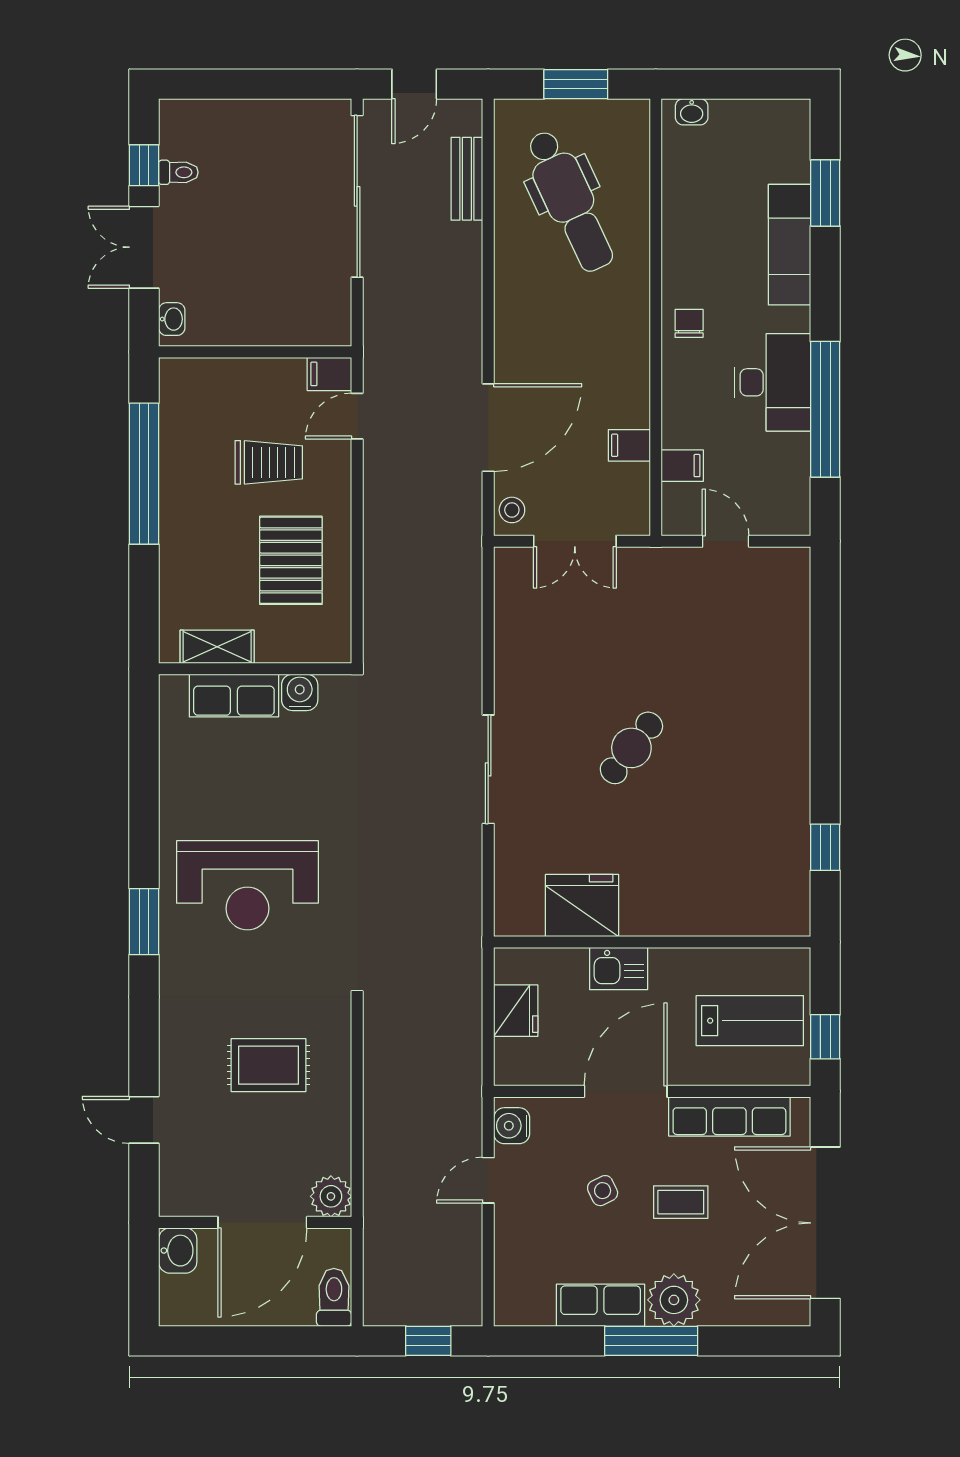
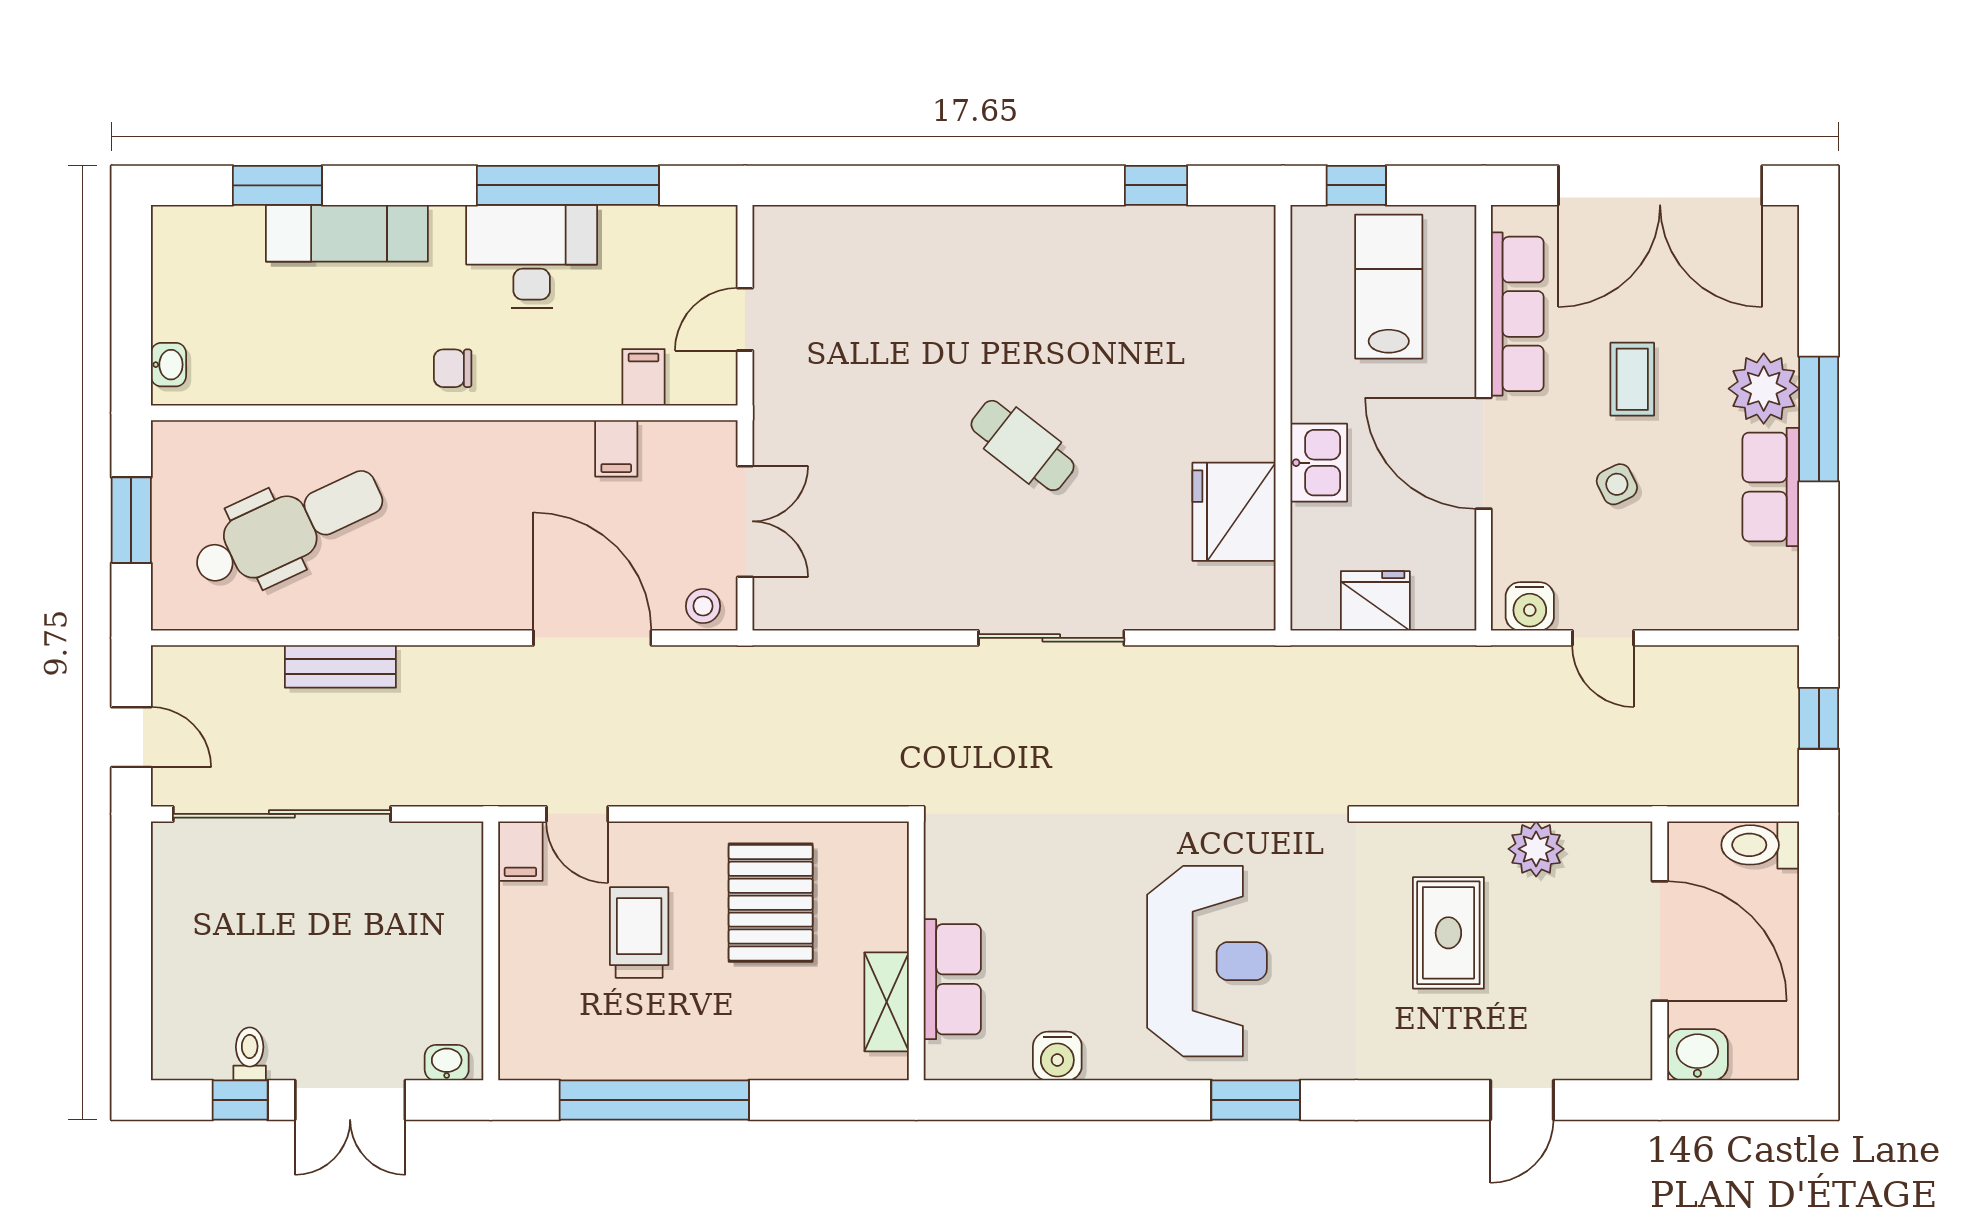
bench: (467, 179) -> (340, 666), moved
pallet: (291, 560) -> (771, 903), turned 90
water cooler: (300, 692) -> (1057, 1056), moved, turned -90
window: (825, 1037) -> (1356, 185), moved
plant: (331, 1196) -> (1536, 849), moved

